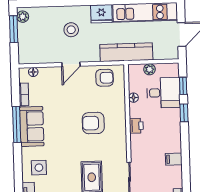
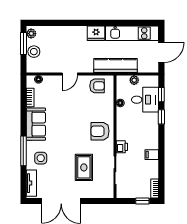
stool: (71, 30) -> (34, 52), moved
armchair: (93, 123) -> (100, 131), moved
window: (17, 124) -> (23, 151), moved
printer: (136, 126) -> (122, 147), moved

